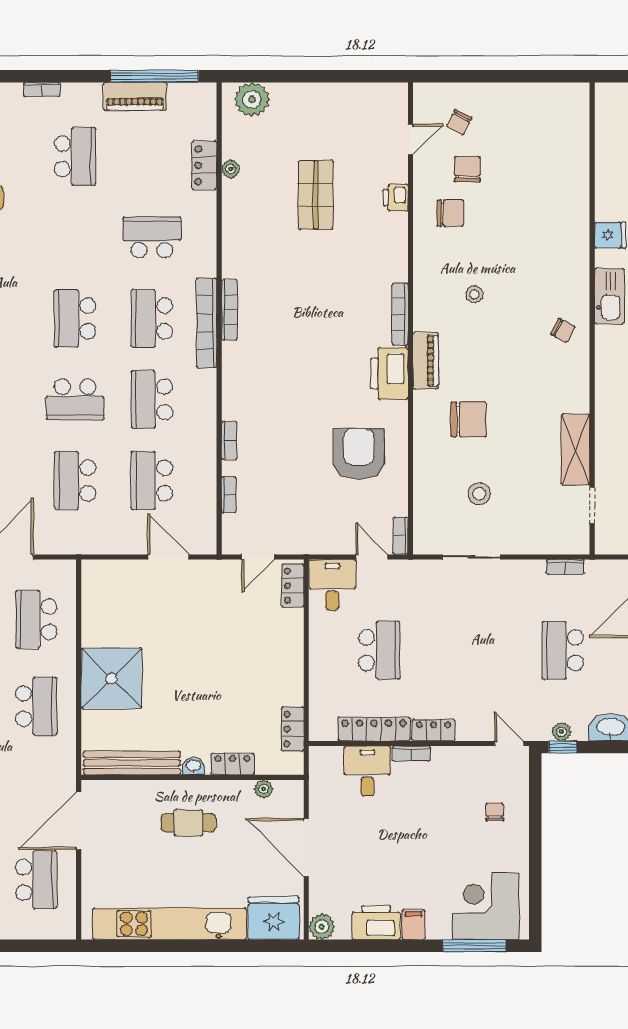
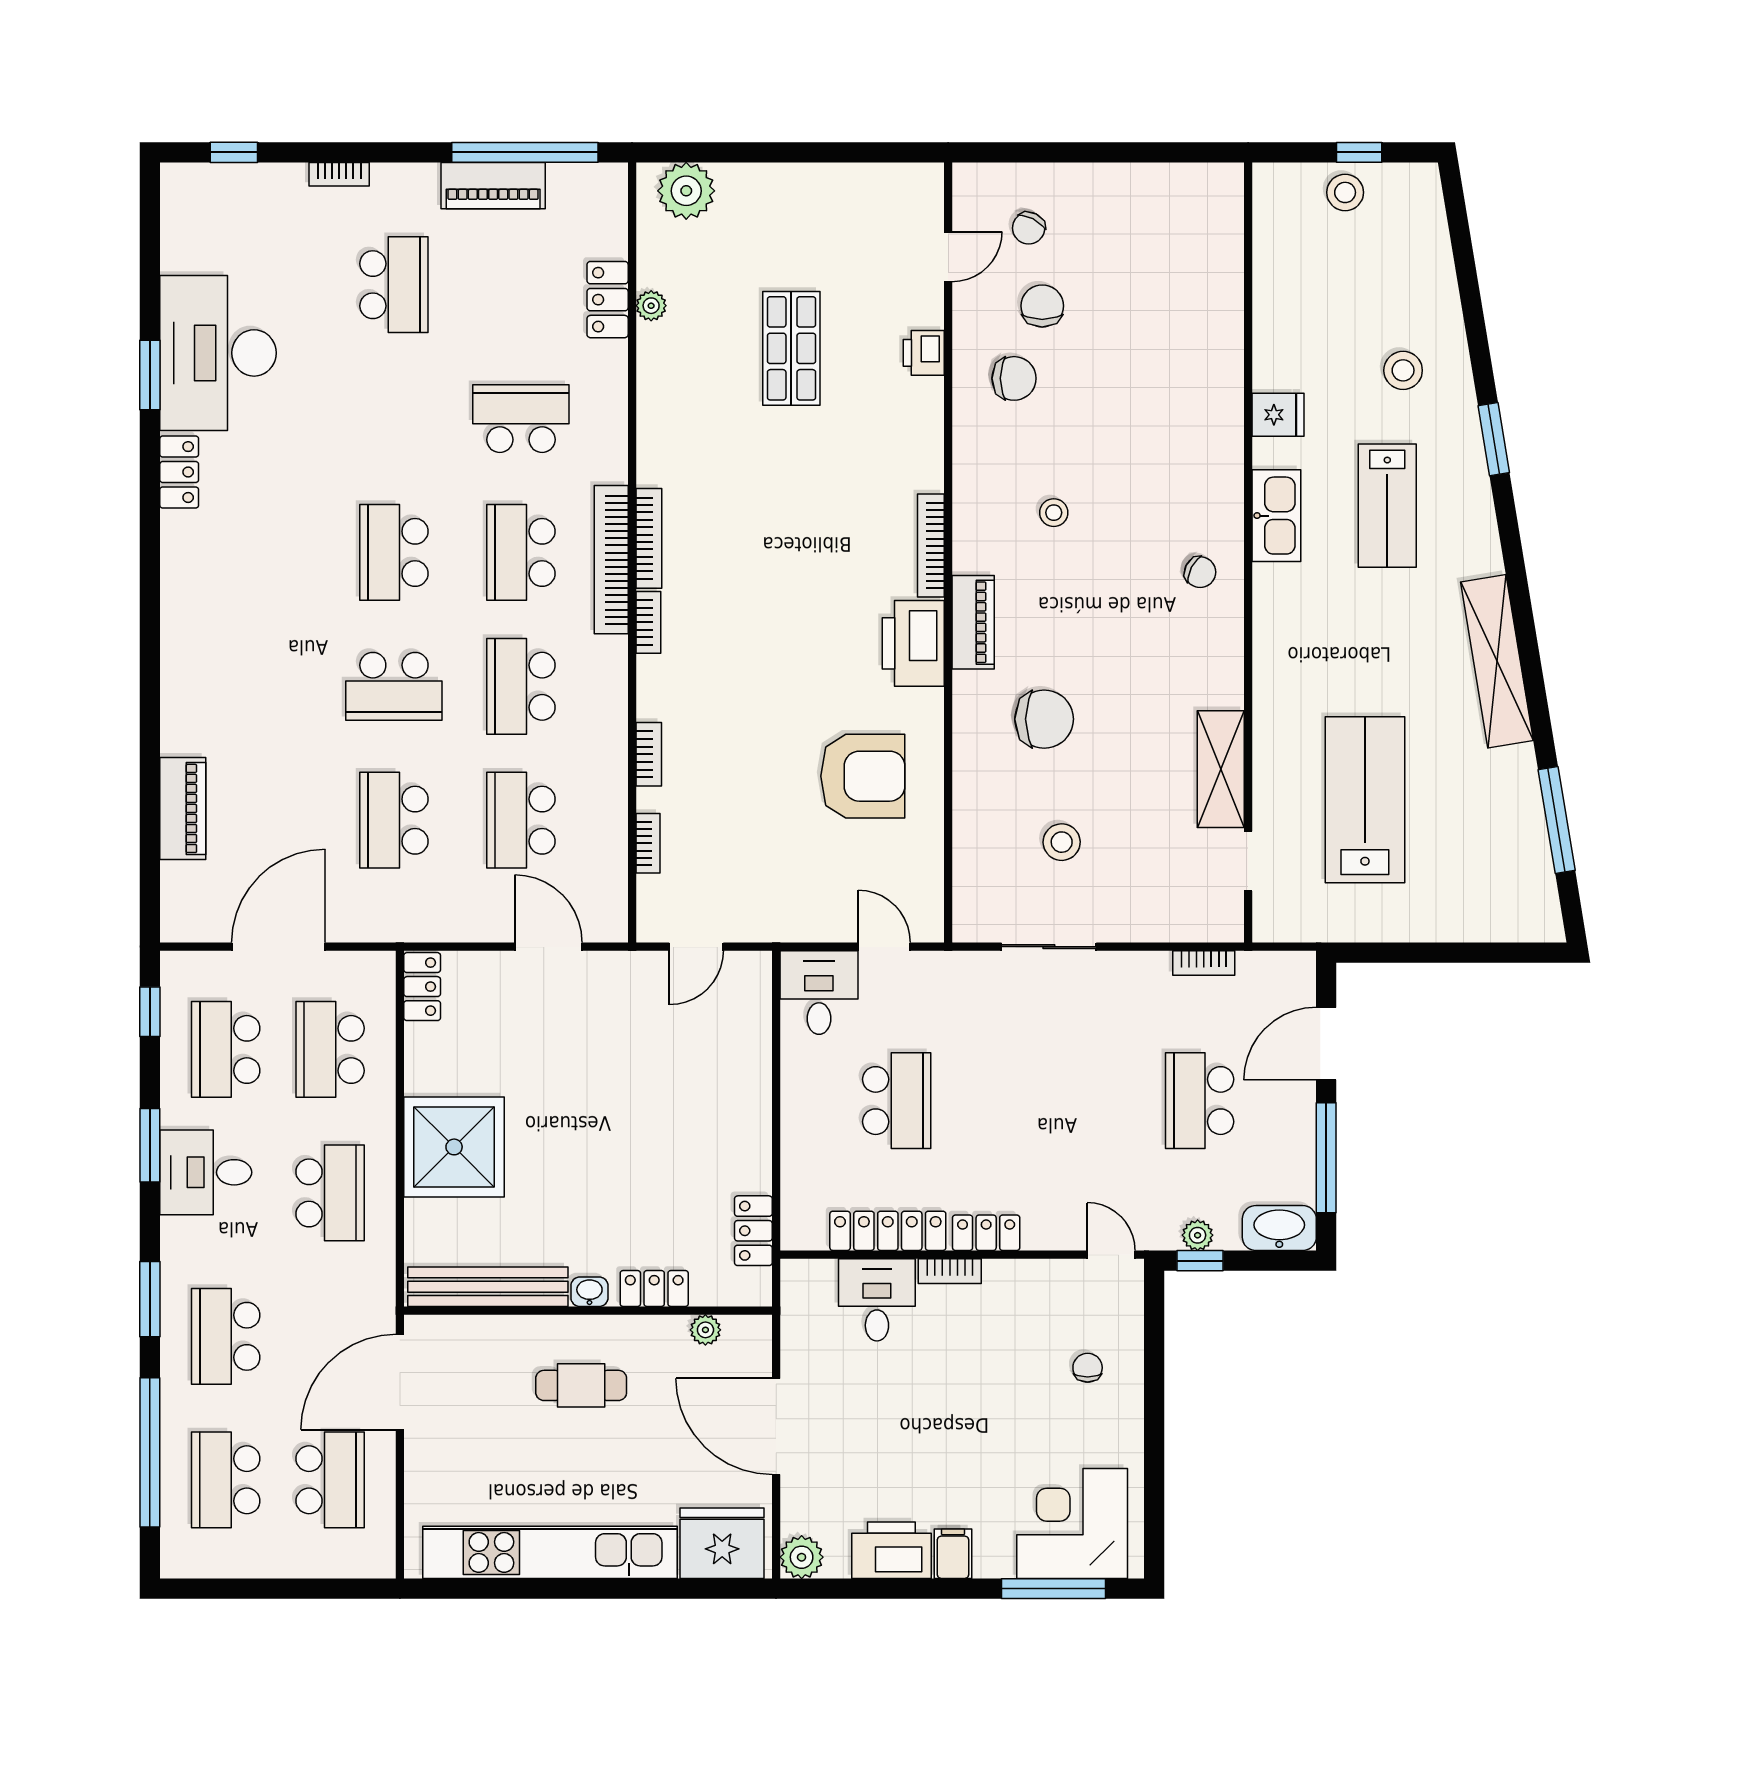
armchair: (359, 454) -> (863, 776), turned 90
bookcase: (401, 536) -> (648, 622), moved, turned 180
locker: (293, 586) -> (422, 987), moved, turned 180

